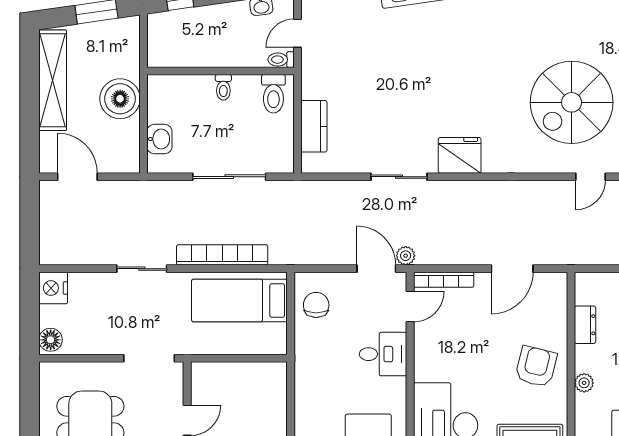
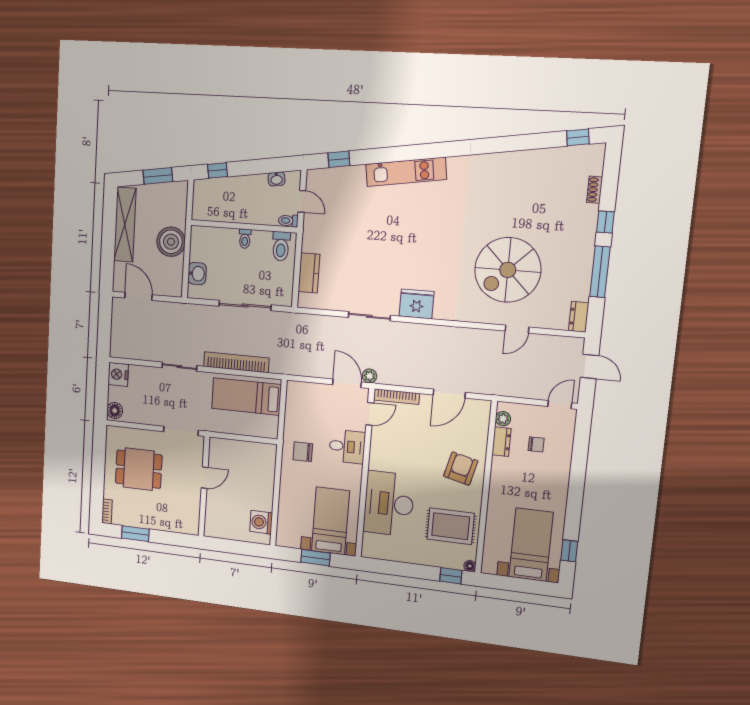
door: (297, 33) -> (302, 201), swing flipped
chair: (316, 305) -> (303, 452), moved, turned -90
plant: (584, 383) -> (503, 419), moved

